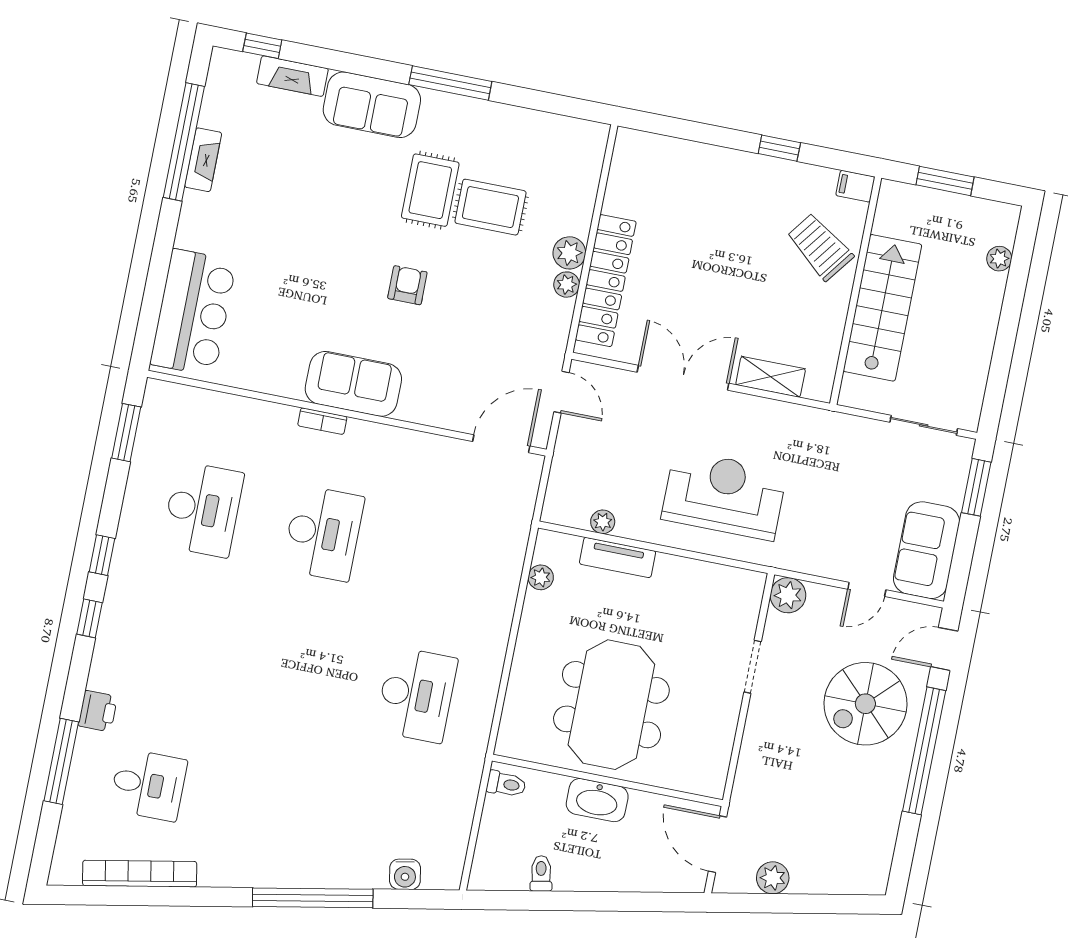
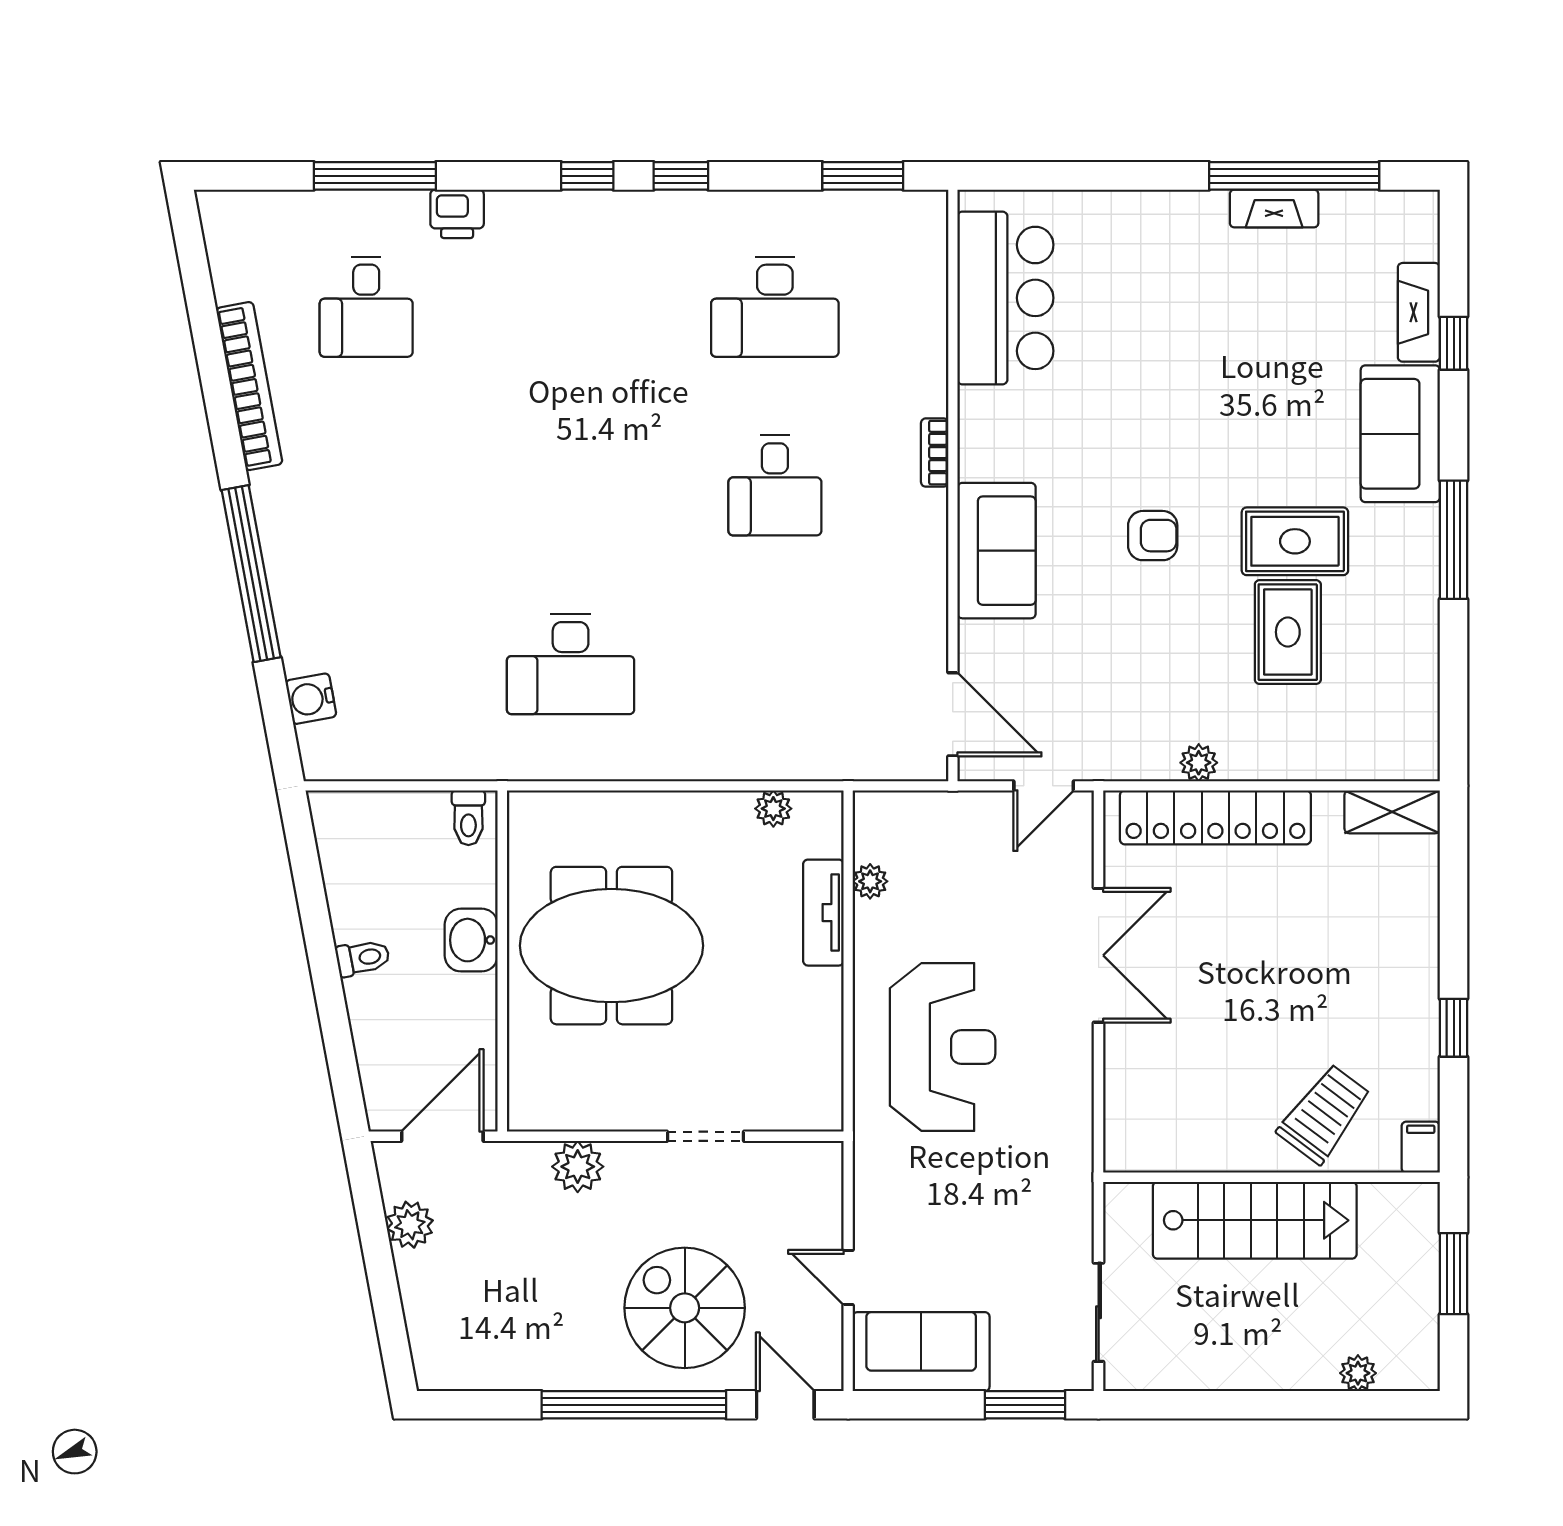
window: (262, 46) -> (1454, 343), moved
plant: (569, 253) -> (1245, 758), removed
bar counter: (193, 312) -> (1005, 298), moved, turned -90
shelving: (771, 377) -> (1392, 812), moved, turned 90
sofa: (353, 384) -> (997, 551), moved
desk: (323, 533) -> (775, 485), width x0.73
plant: (788, 595) -> (578, 1167), moved
washbasin: (597, 800) -> (471, 940), width x0.72
toilet: (541, 873) -> (363, 958), moved
bookcase: (140, 874) -> (249, 386), moved

